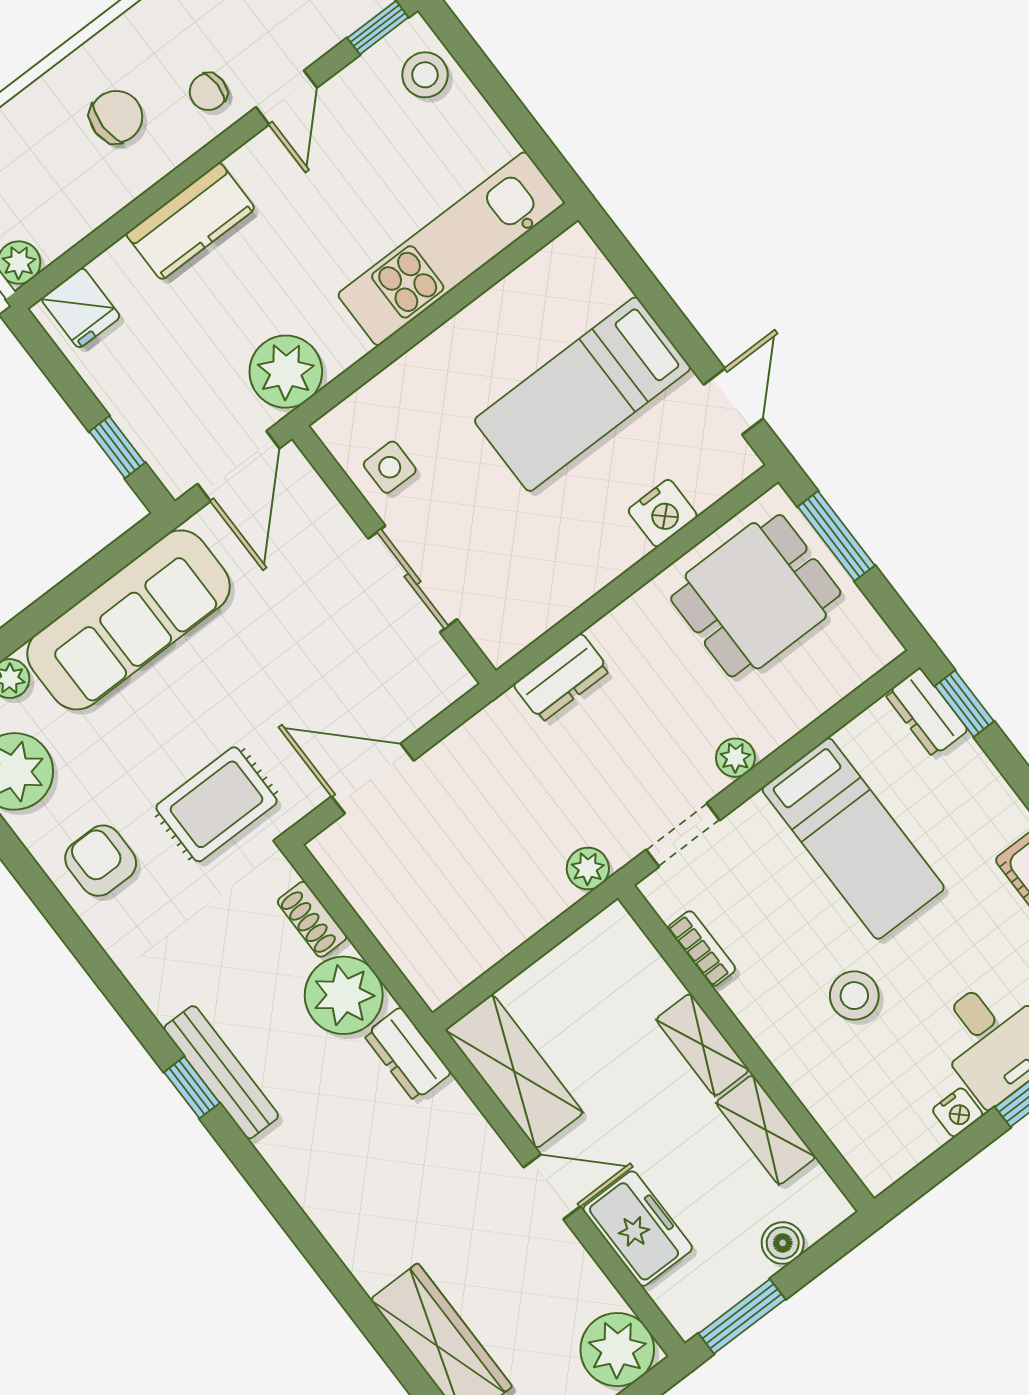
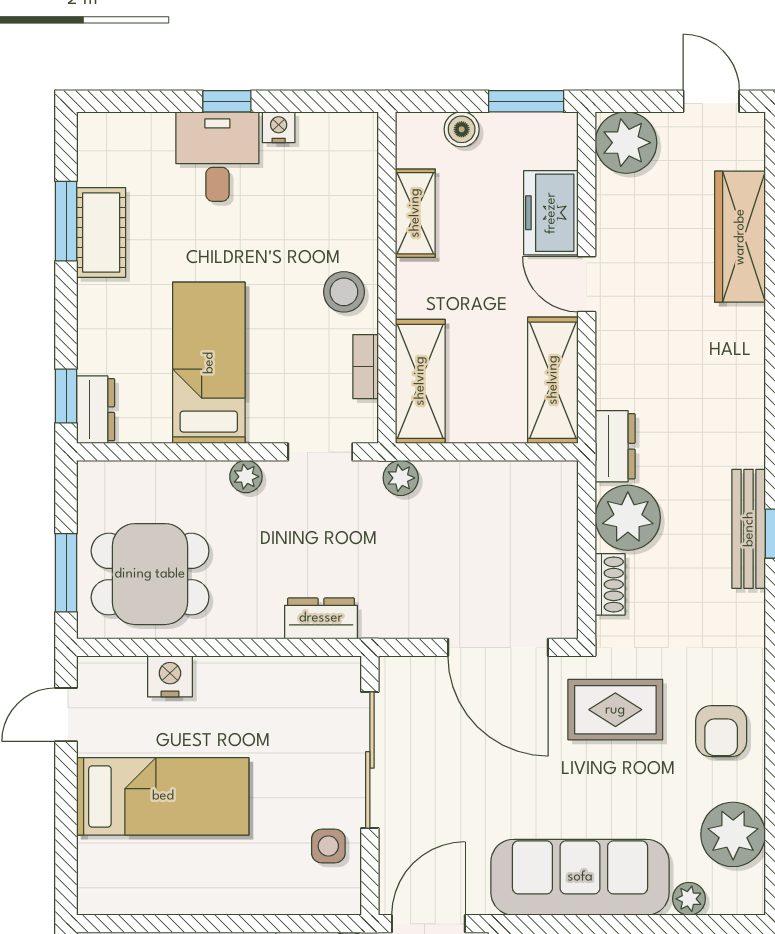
sliding door: (413, 579) -> (370, 760), width x1.37
door: (373, 778) -> (498, 647), width x1.36
stool: (854, 996) -> (344, 292), moved
shelving: (703, 1045) -> (420, 381), moved, width x1.50, depth x1.33

